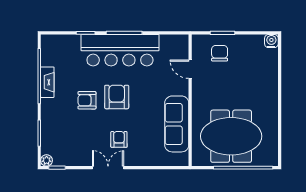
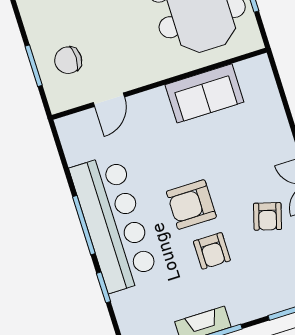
sofa: (177, 124) -> (204, 93), width x0.73
armchair: (119, 139) -> (268, 216), moved, turned -74

